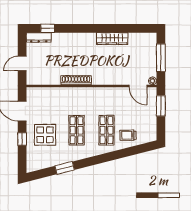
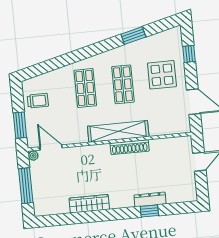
window: (48, 28) -> (149, 211), moved
dresser: (39, 37) -> (150, 199), moved
shelving: (84, 93) -> (118, 131), added
trolley: (128, 135) -> (38, 101), moved
window: (22, 139) -> (189, 54), moved

